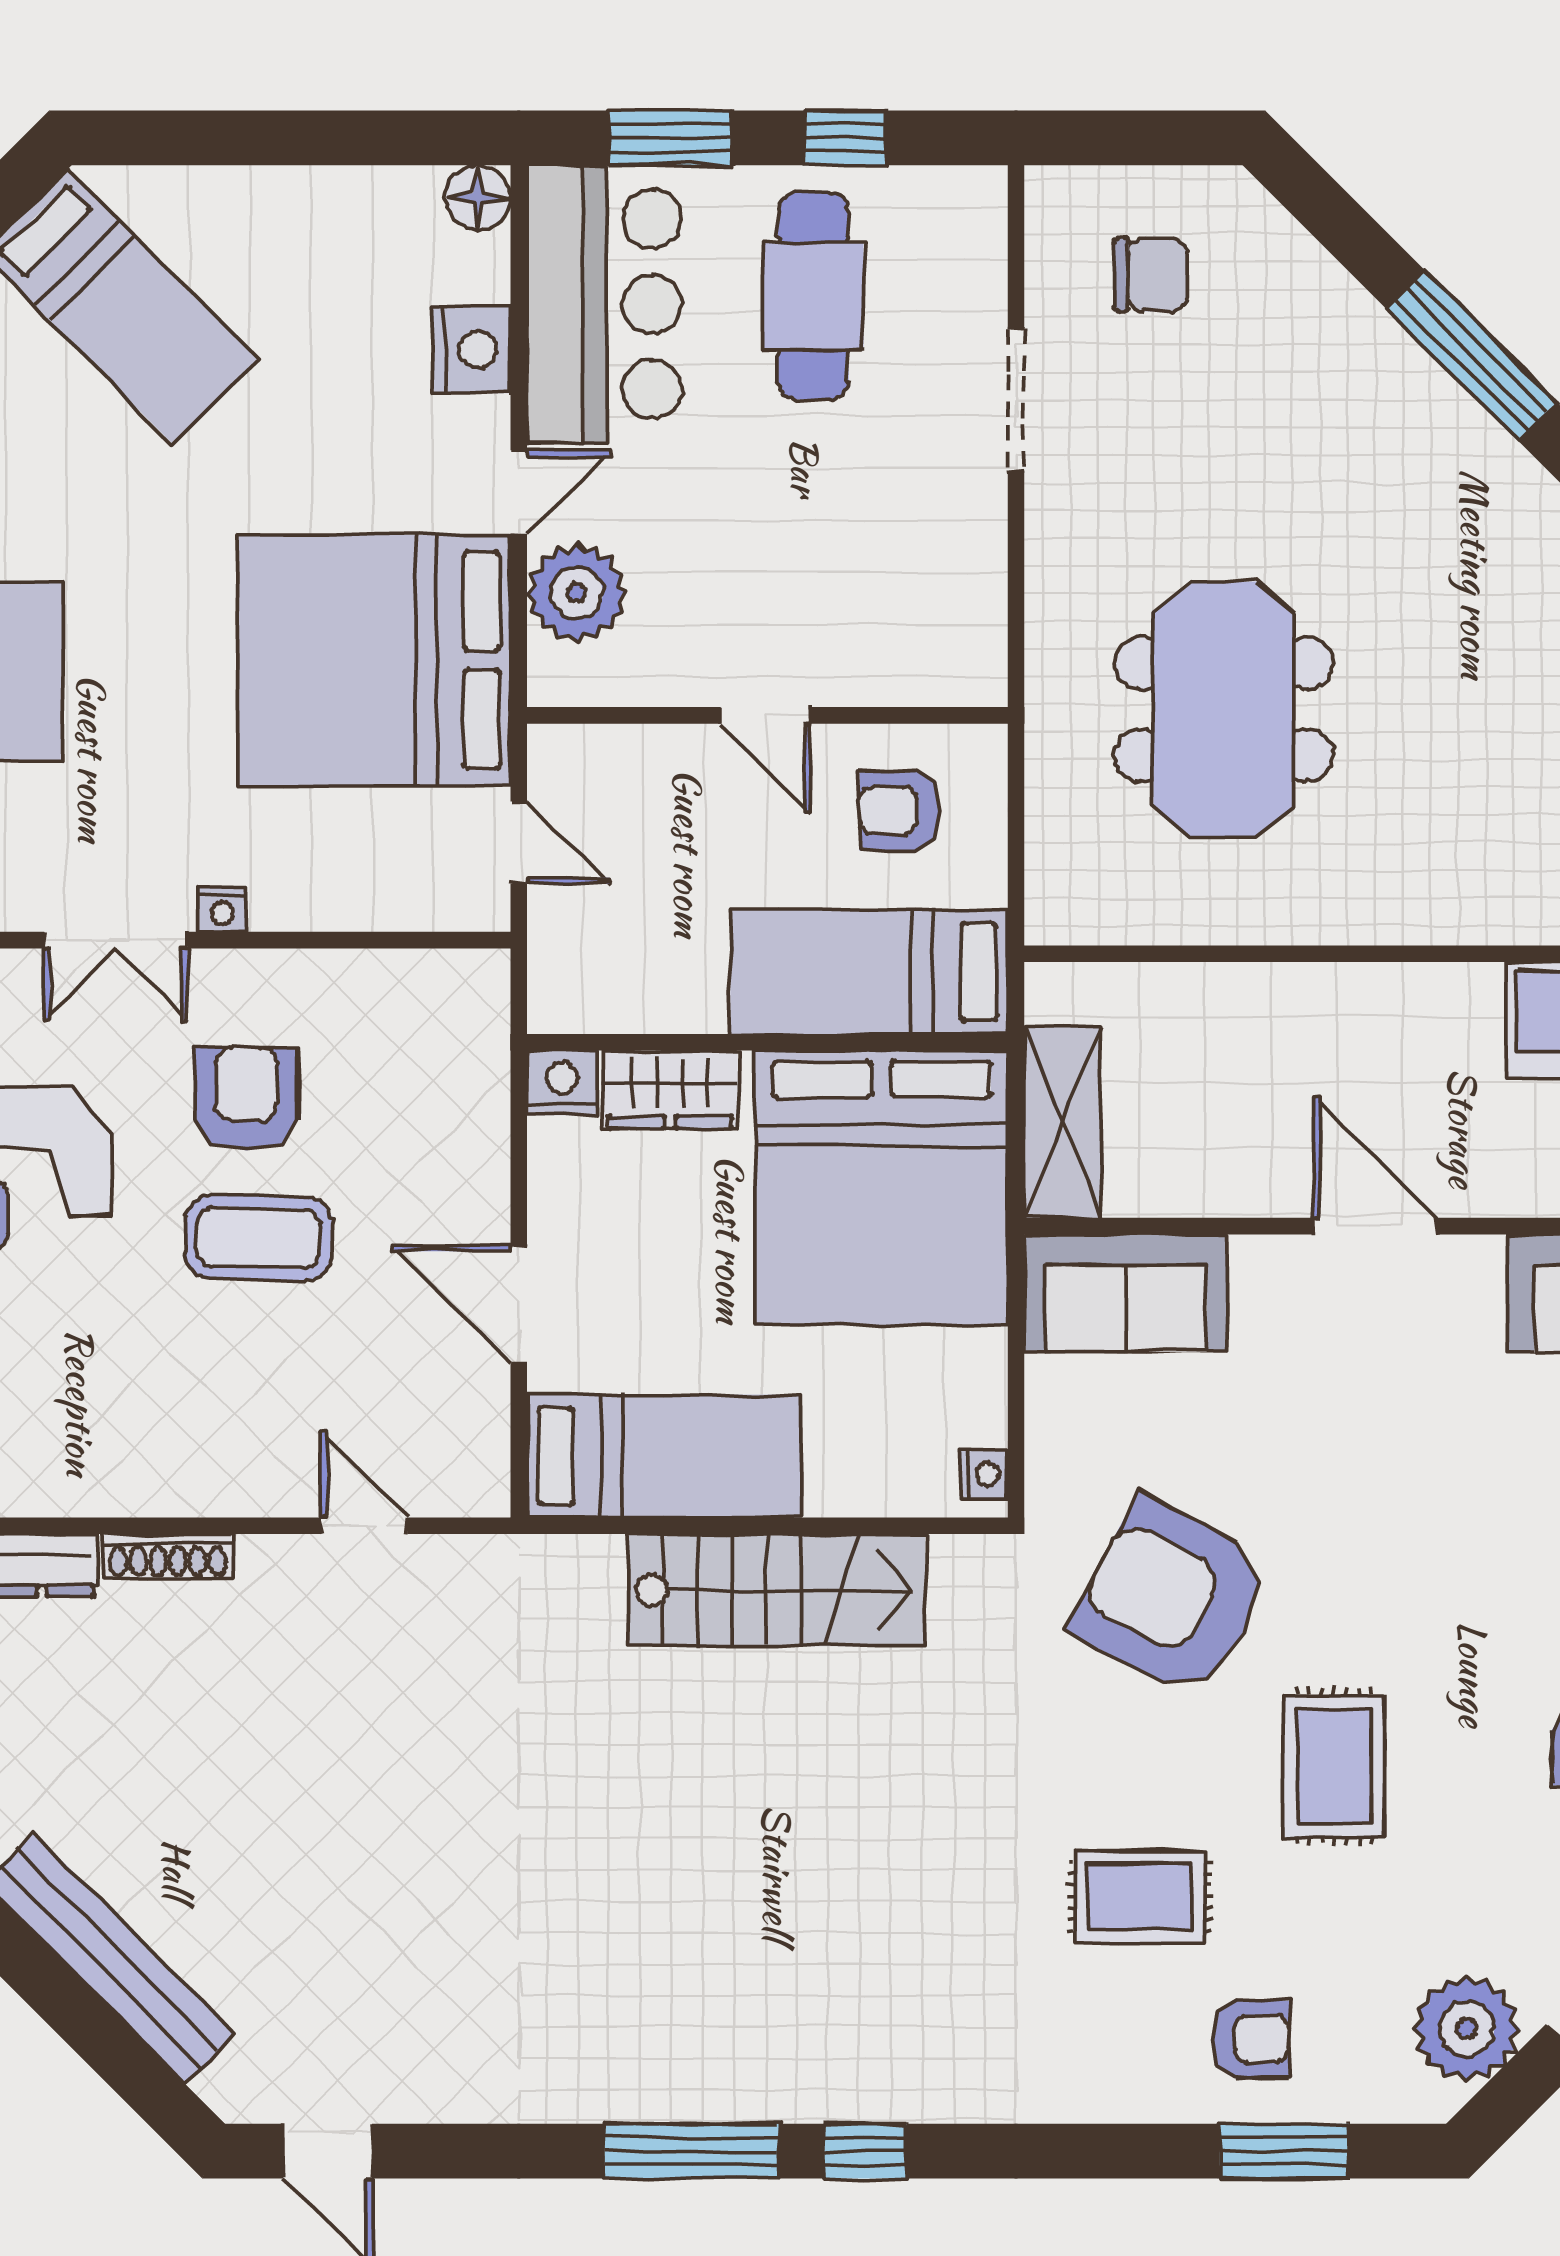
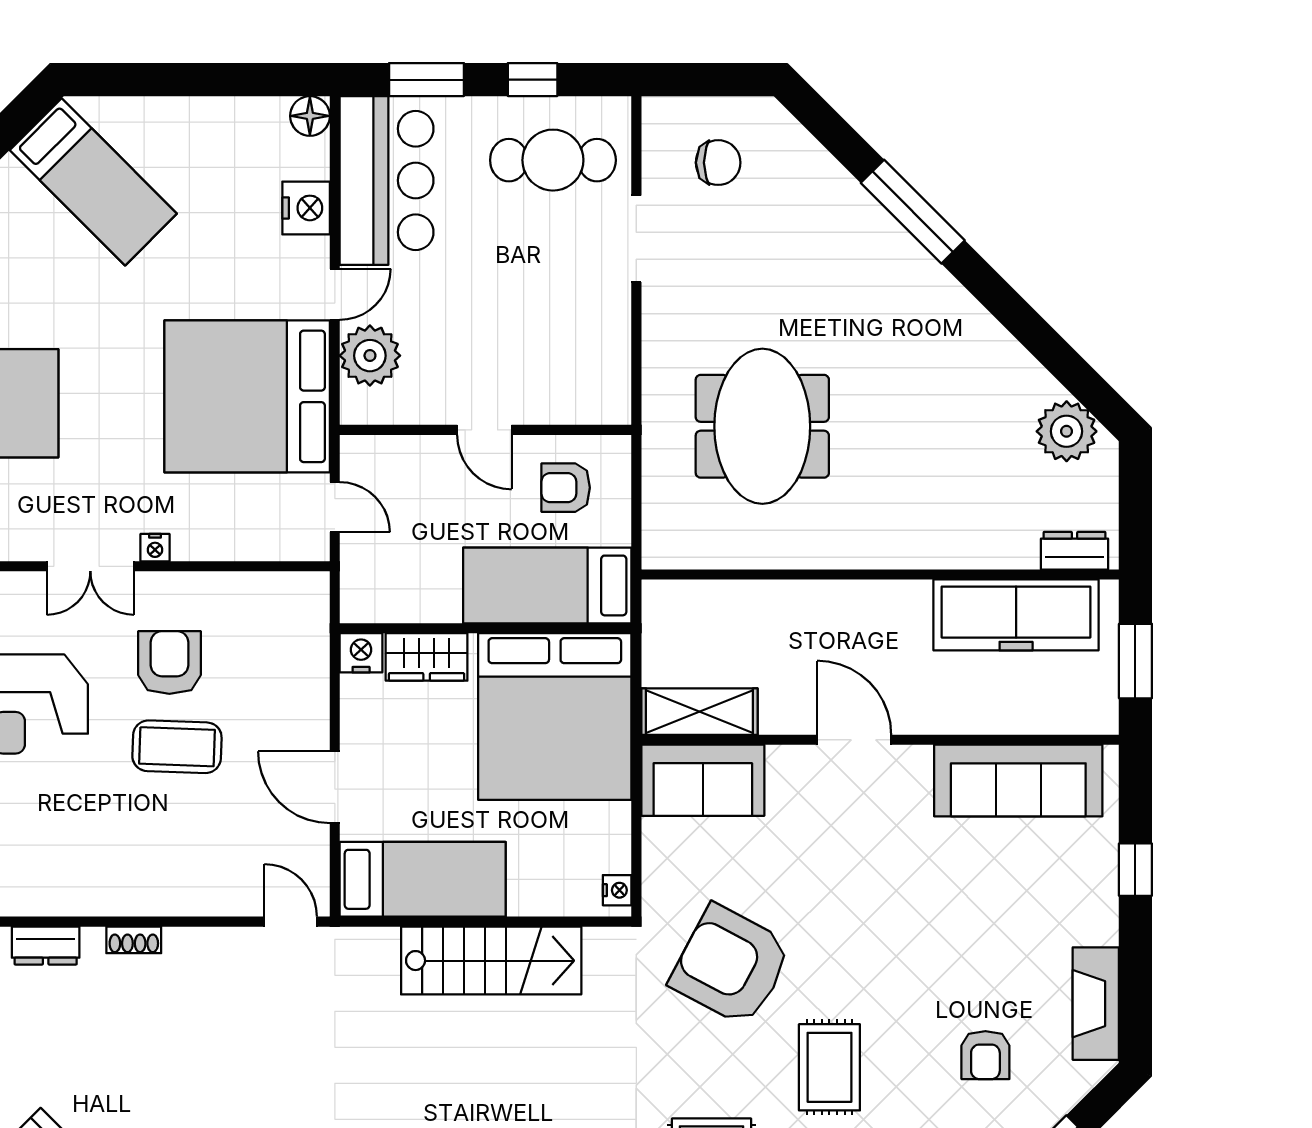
cafe table: (813, 296) -> (553, 160), moved, turned 90
shelving: (1062, 1122) -> (699, 712), moved, turned 90
door: (364, 1526) -> (291, 922), moved
shoe rack: (168, 1556) -> (134, 940), width x0.70

